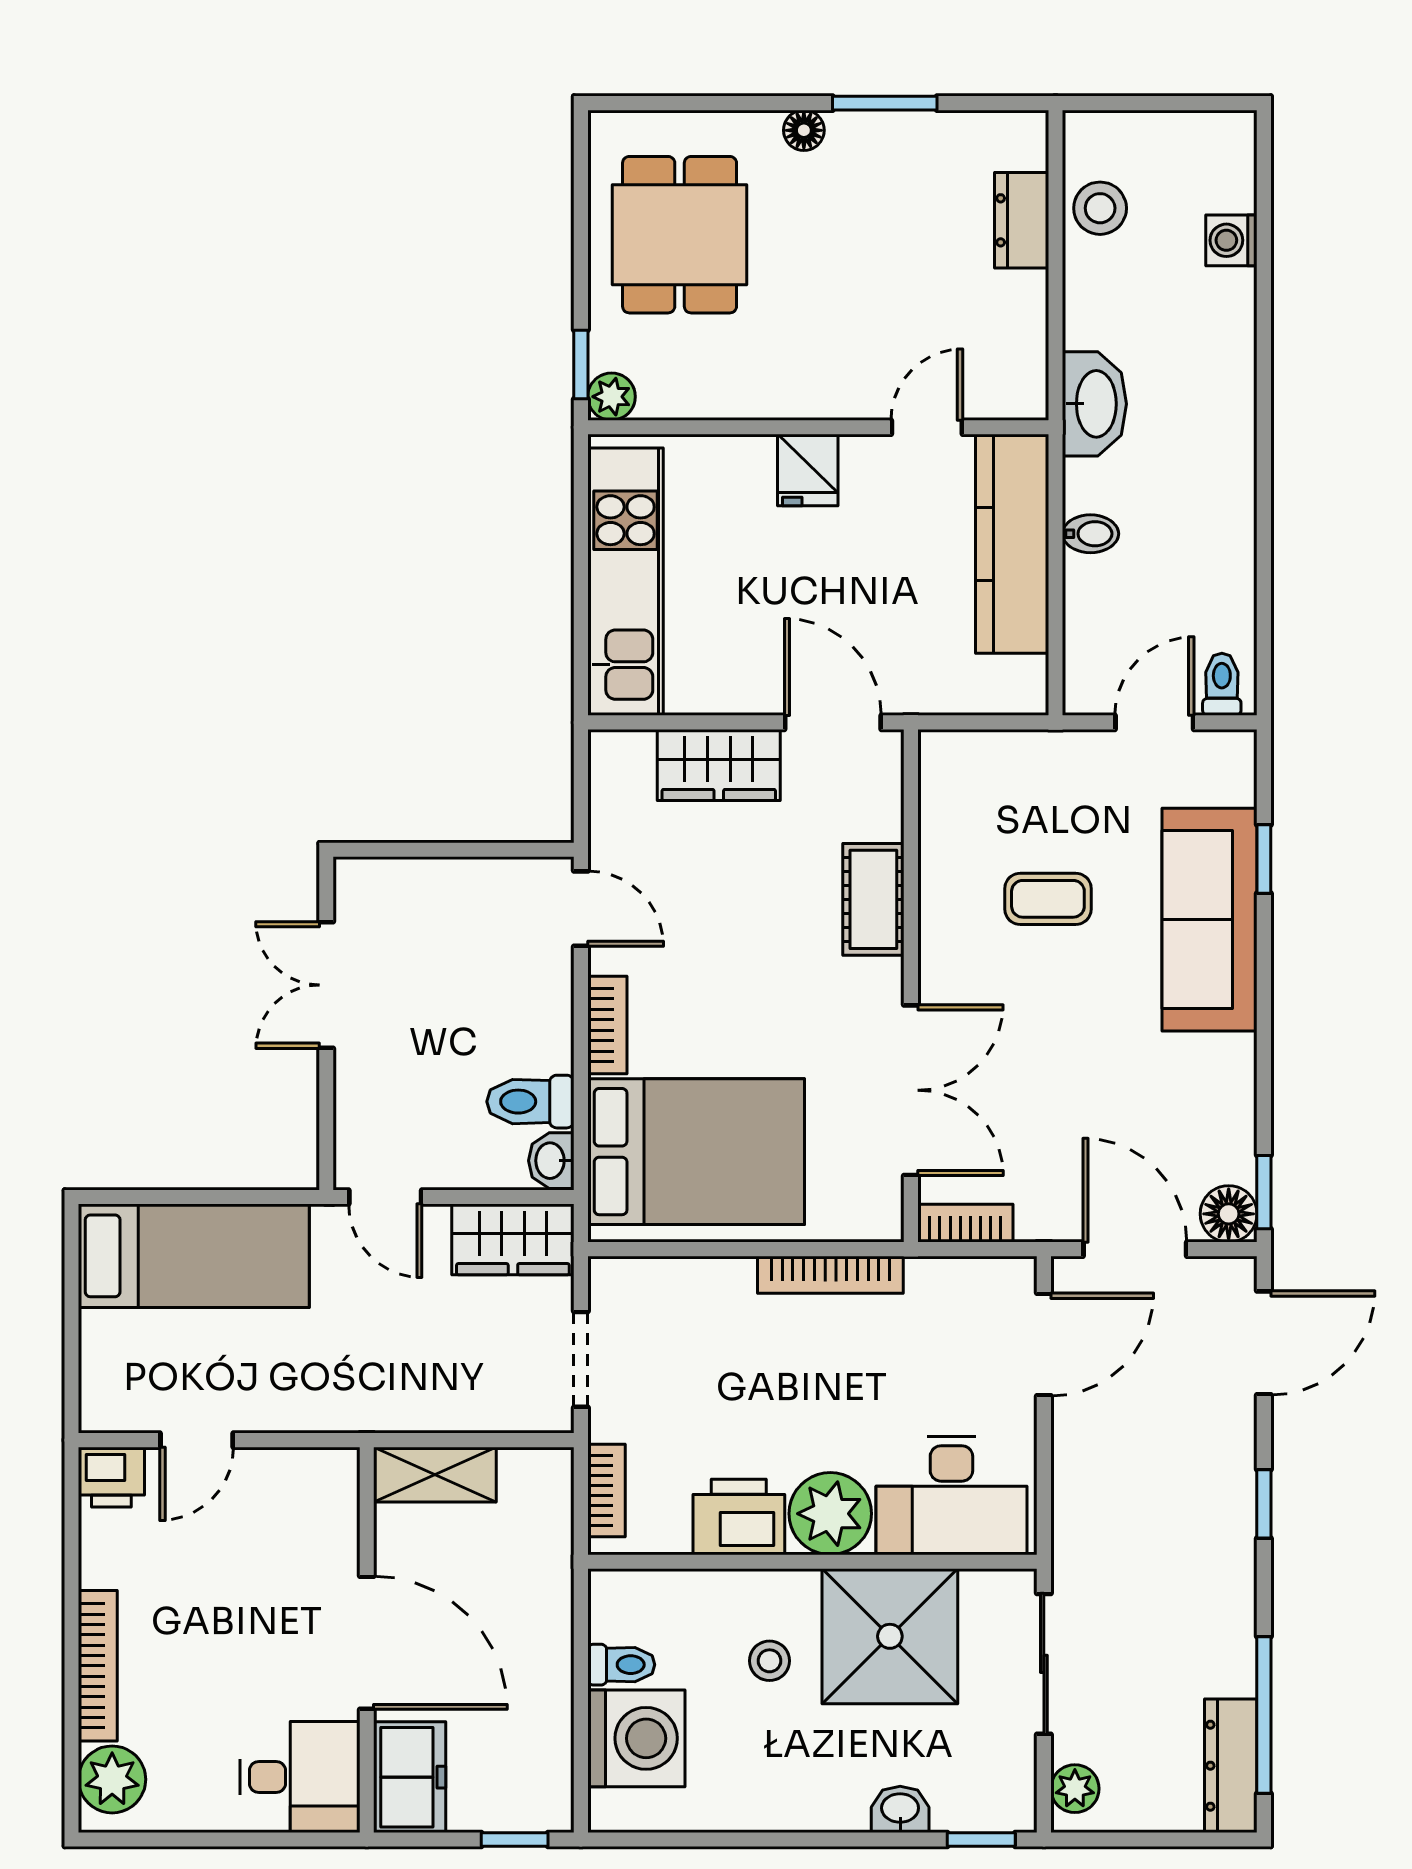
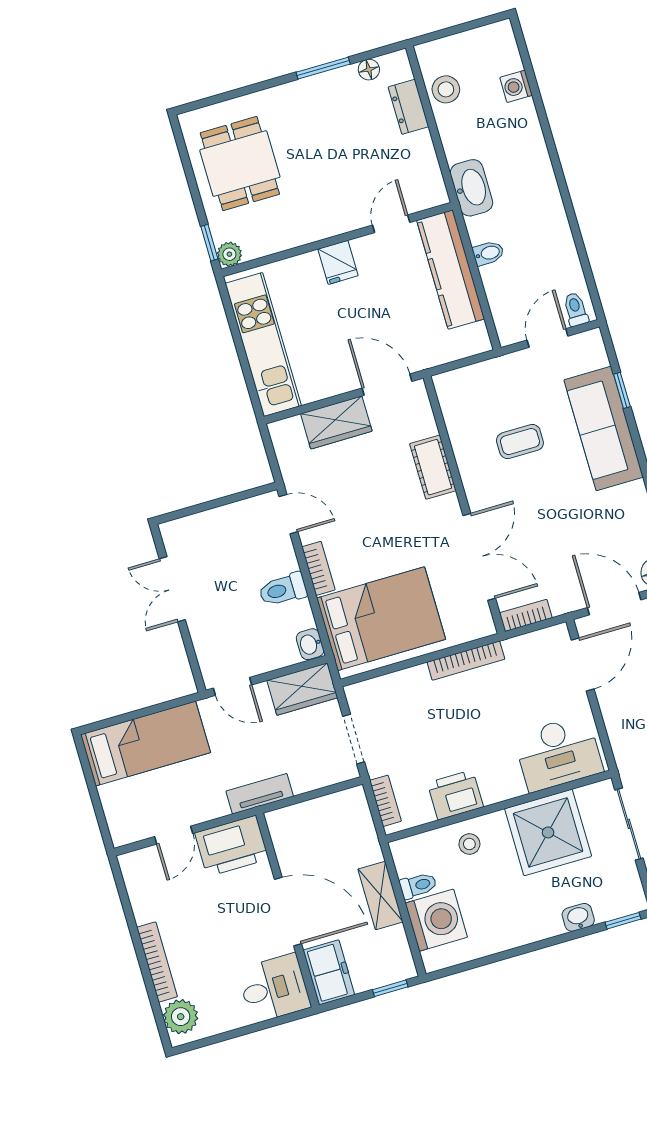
floor lamp: (804, 130) -> (369, 70), moved
toilet: (530, 1102) -> (283, 590), moved
tv unit: (378, 1410) -> (260, 794), added
shelving: (435, 1475) -> (380, 895), moved, turned 90
printer: (111, 1477) -> (232, 846), moved, width x1.87, depth x1.48
plant: (830, 1514) -> (500, 780), removed
stool: (770, 1661) -> (469, 844), moved

